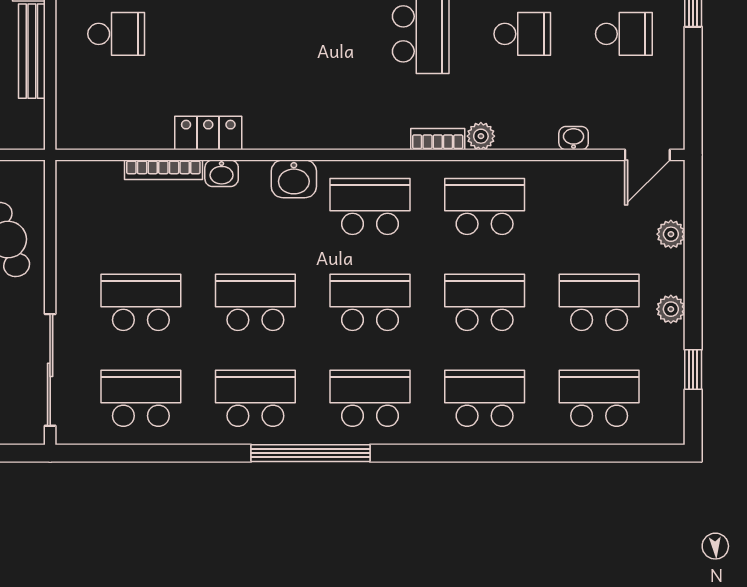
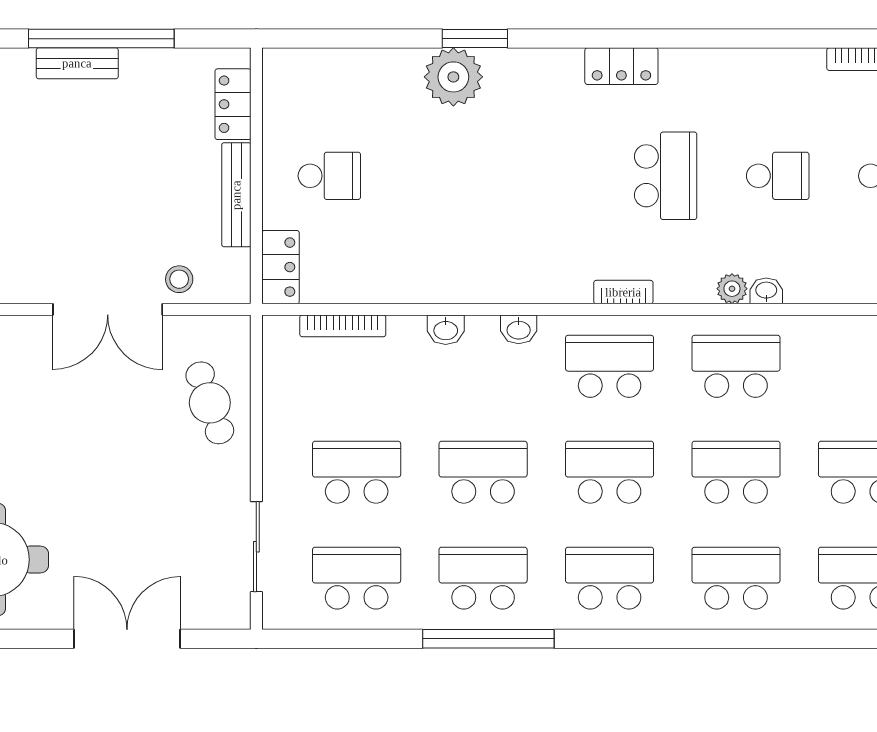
locker: (208, 133) -> (281, 267), moved, turned 90
washbasin: (574, 138) -> (766, 291), moved
bookcase: (438, 139) -> (623, 292), moved
bookcase: (163, 170) -> (343, 326), moved
washbasin: (294, 179) -> (519, 329), width x0.72, depth x0.69
sliding door: (50, 370) -> (256, 547), width x0.73
window: (310, 453) -> (488, 639), moved

